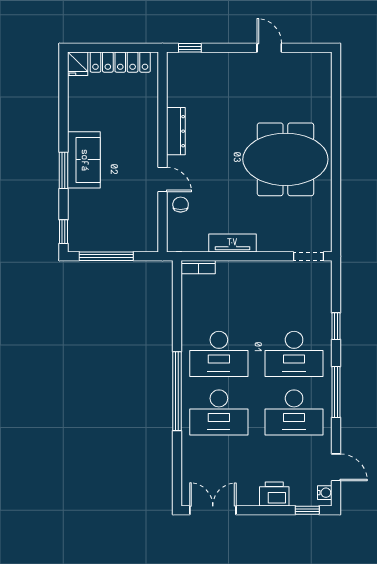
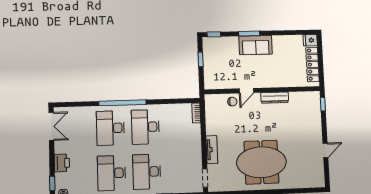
meeting table: (285, 159) -> (261, 162), turned 90
tv unit: (232, 243) -> (212, 150), moved
window: (106, 256) -> (201, 59), width x0.46

